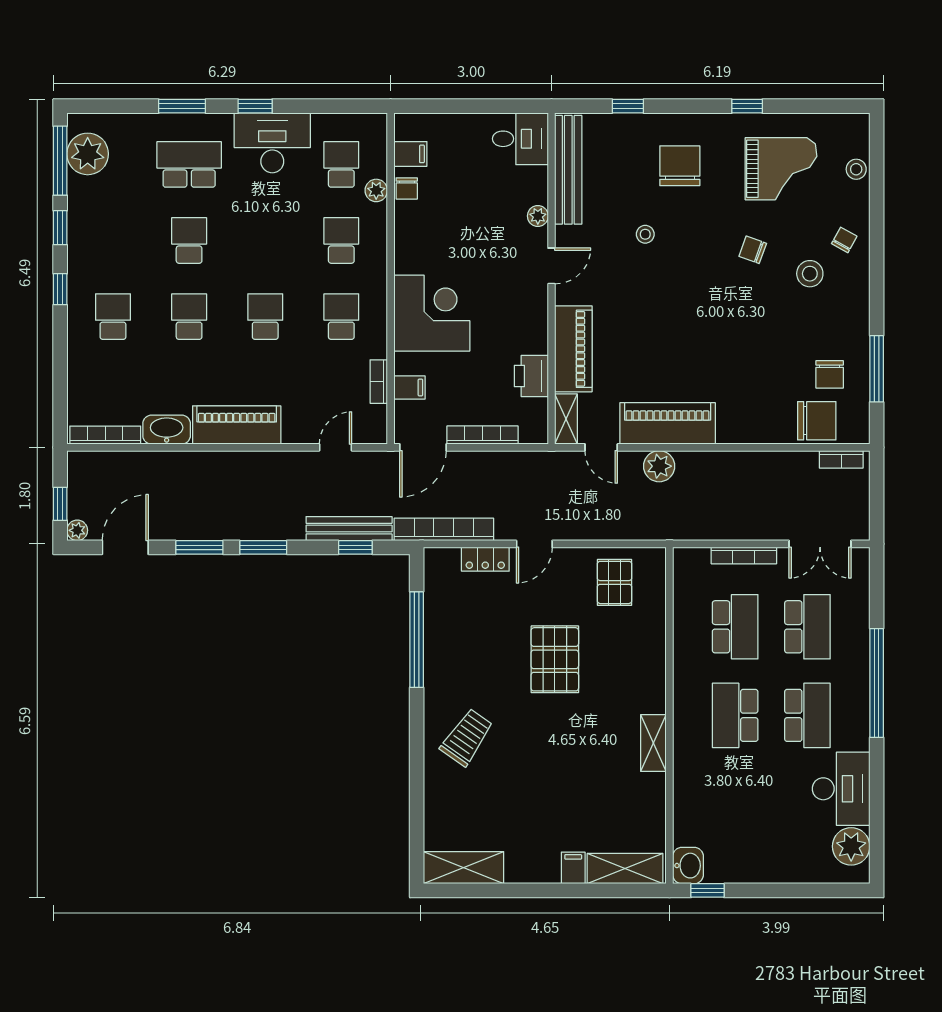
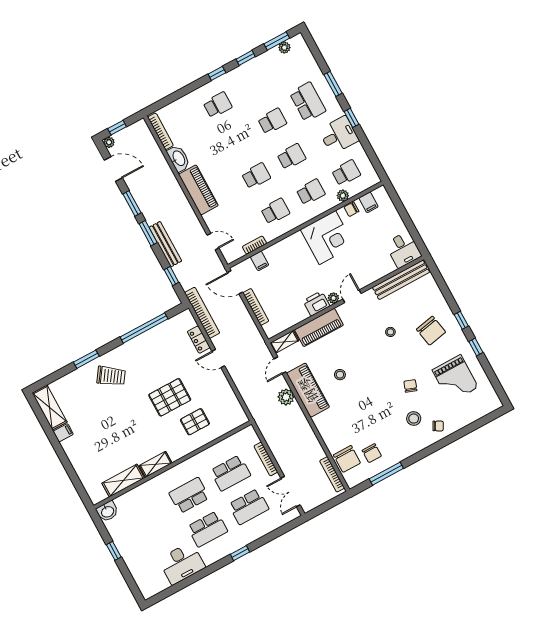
window: (628, 106) -> (461, 320), moved
desk: (272, 143) -> (339, 135), width x0.73
plant: (88, 154) -> (284, 48), width x0.53, depth x0.53
window: (60, 161) -> (277, 41), width x0.69
chair: (680, 166) -> (431, 331), turned 79
stool: (856, 169) -> (340, 375), moved
plant: (538, 216) -> (333, 298), moved
door: (551, 266) -> (352, 296), swing flipped
corner desk: (432, 313) -> (327, 238), moved
school desk: (189, 317) -> (291, 157), moved
chair: (830, 374) -> (372, 453), turned -90
printer: (531, 376) -> (316, 303), moved
bookcase: (841, 459) -> (332, 474), width x1.56
bench: (349, 529) -> (165, 244), moved
pallet: (615, 582) -> (195, 422), moved
window: (877, 683) -> (240, 553), width x0.32
window: (417, 763) -> (86, 359), added
plant: (851, 846) -> (158, 583), removed
filing cabinet: (573, 868) -> (63, 433), moved
shelving: (625, 869) -> (123, 481), moved, turned 90
window: (708, 890) -> (114, 551), moved

